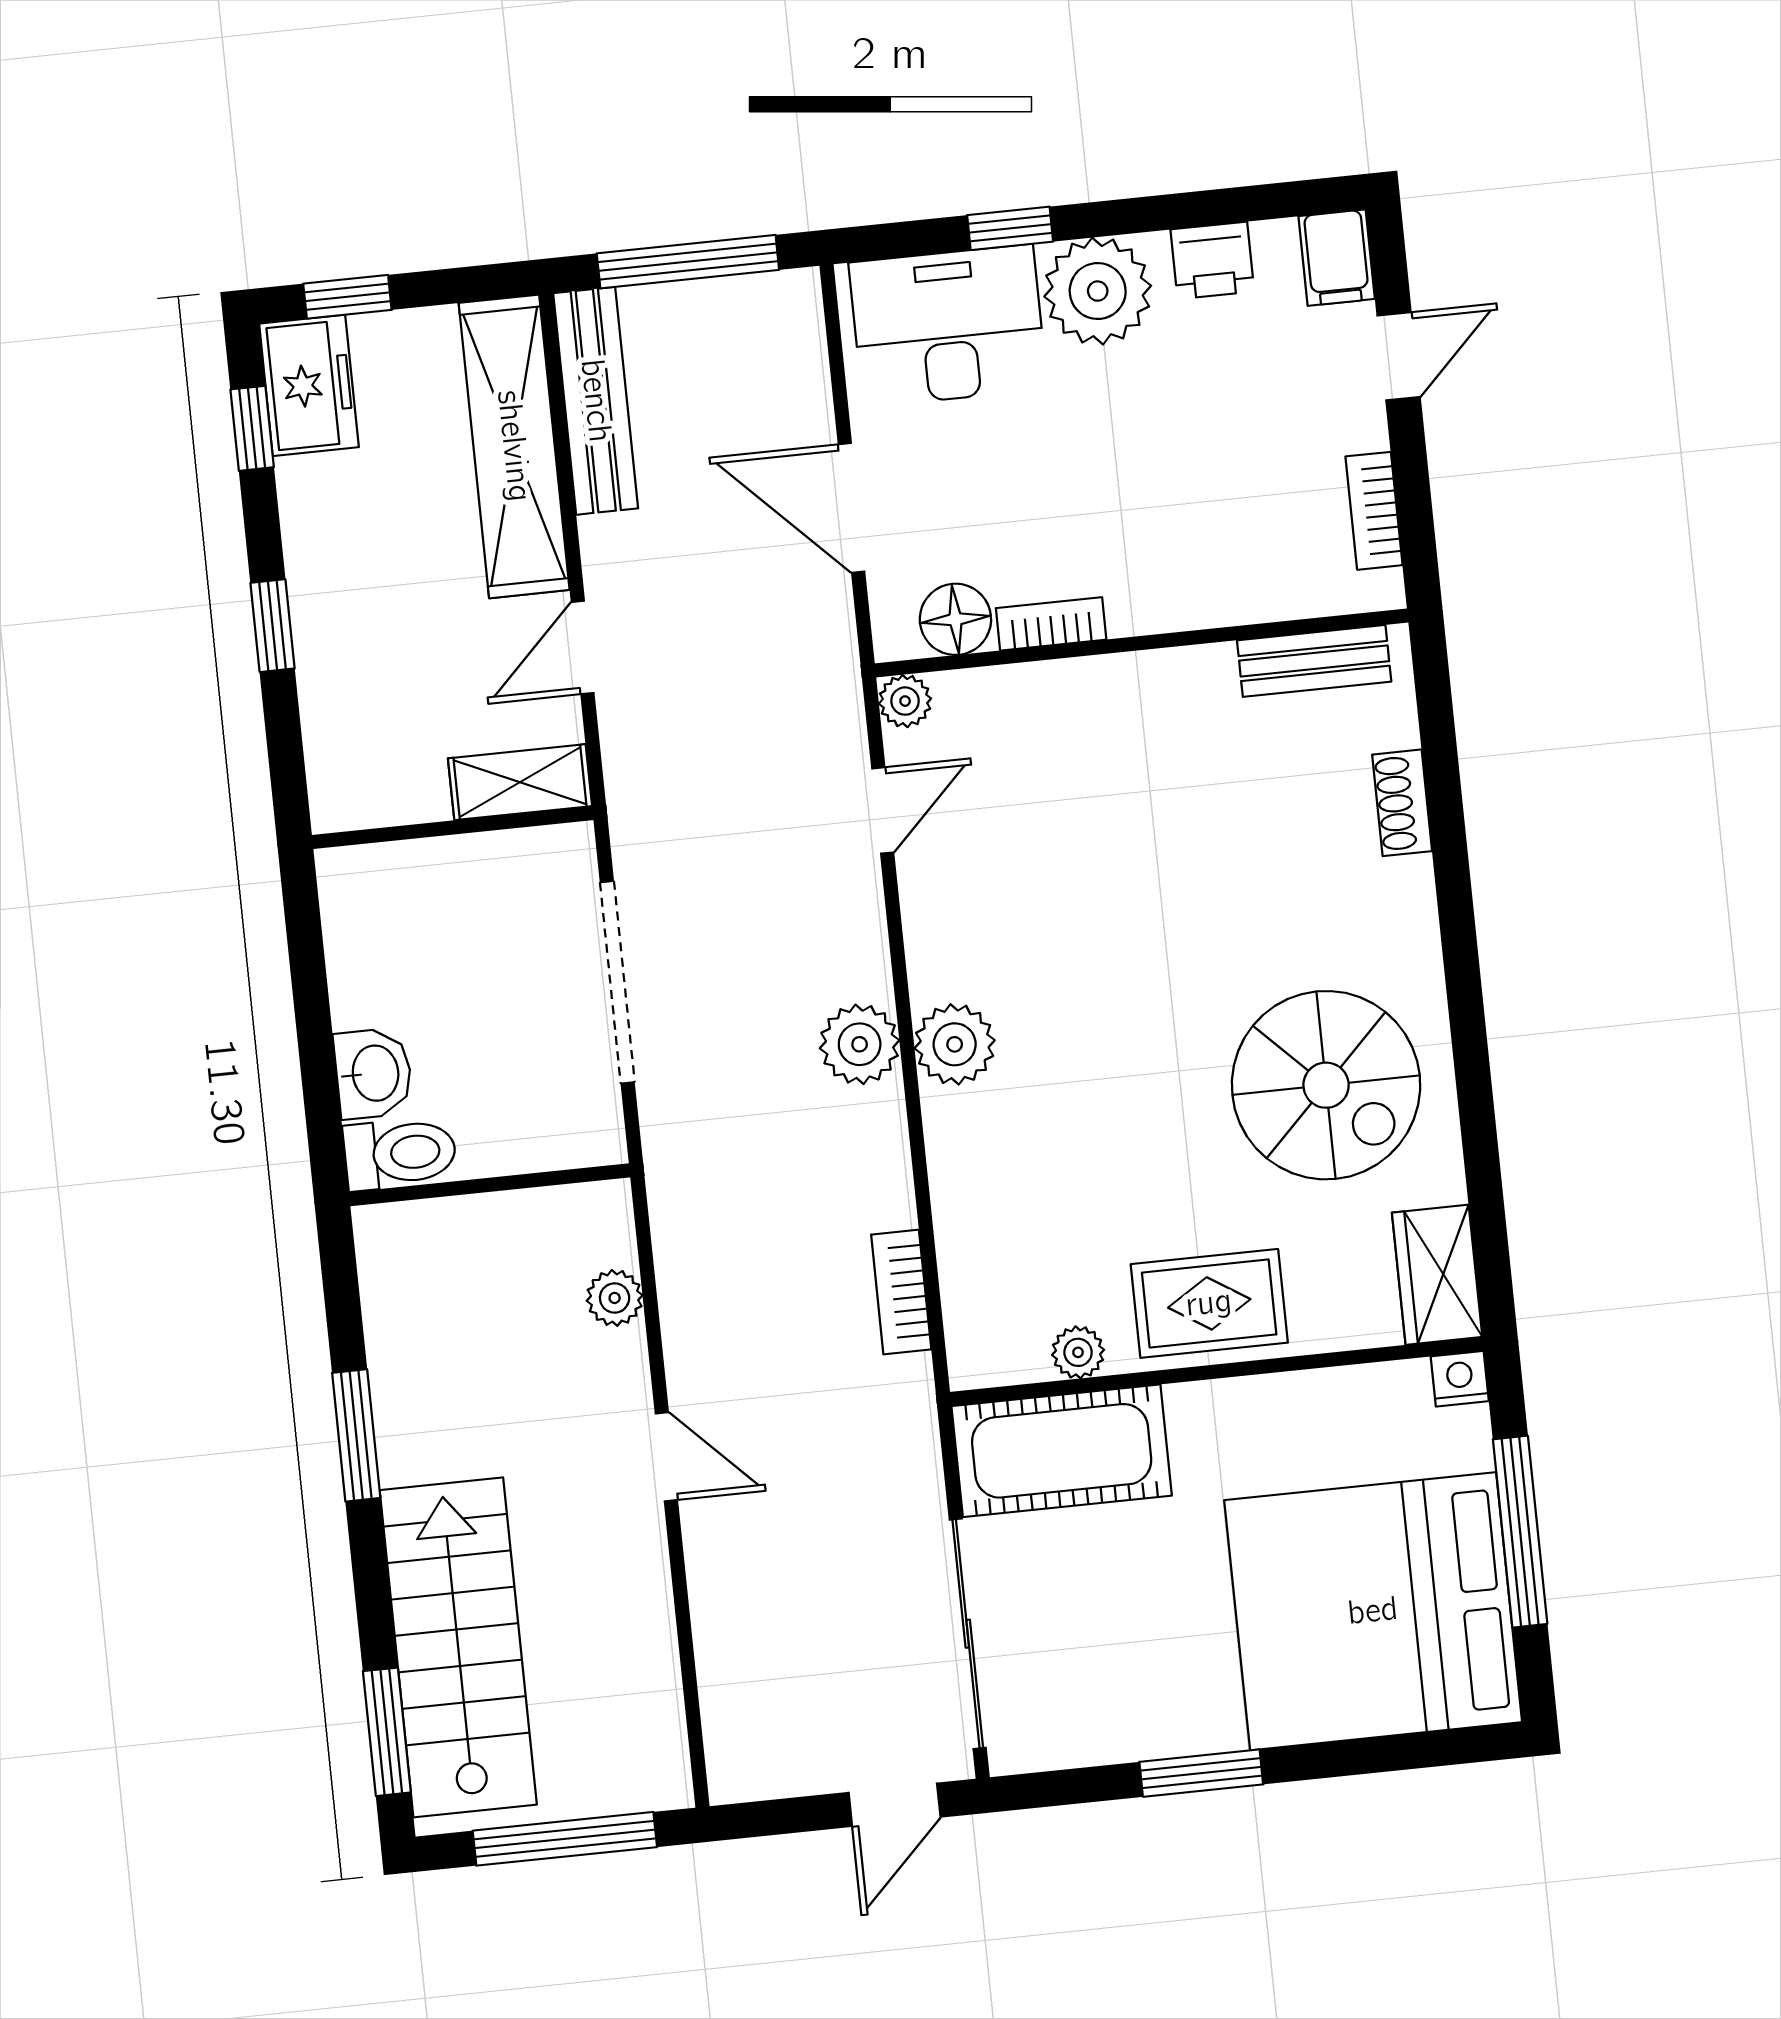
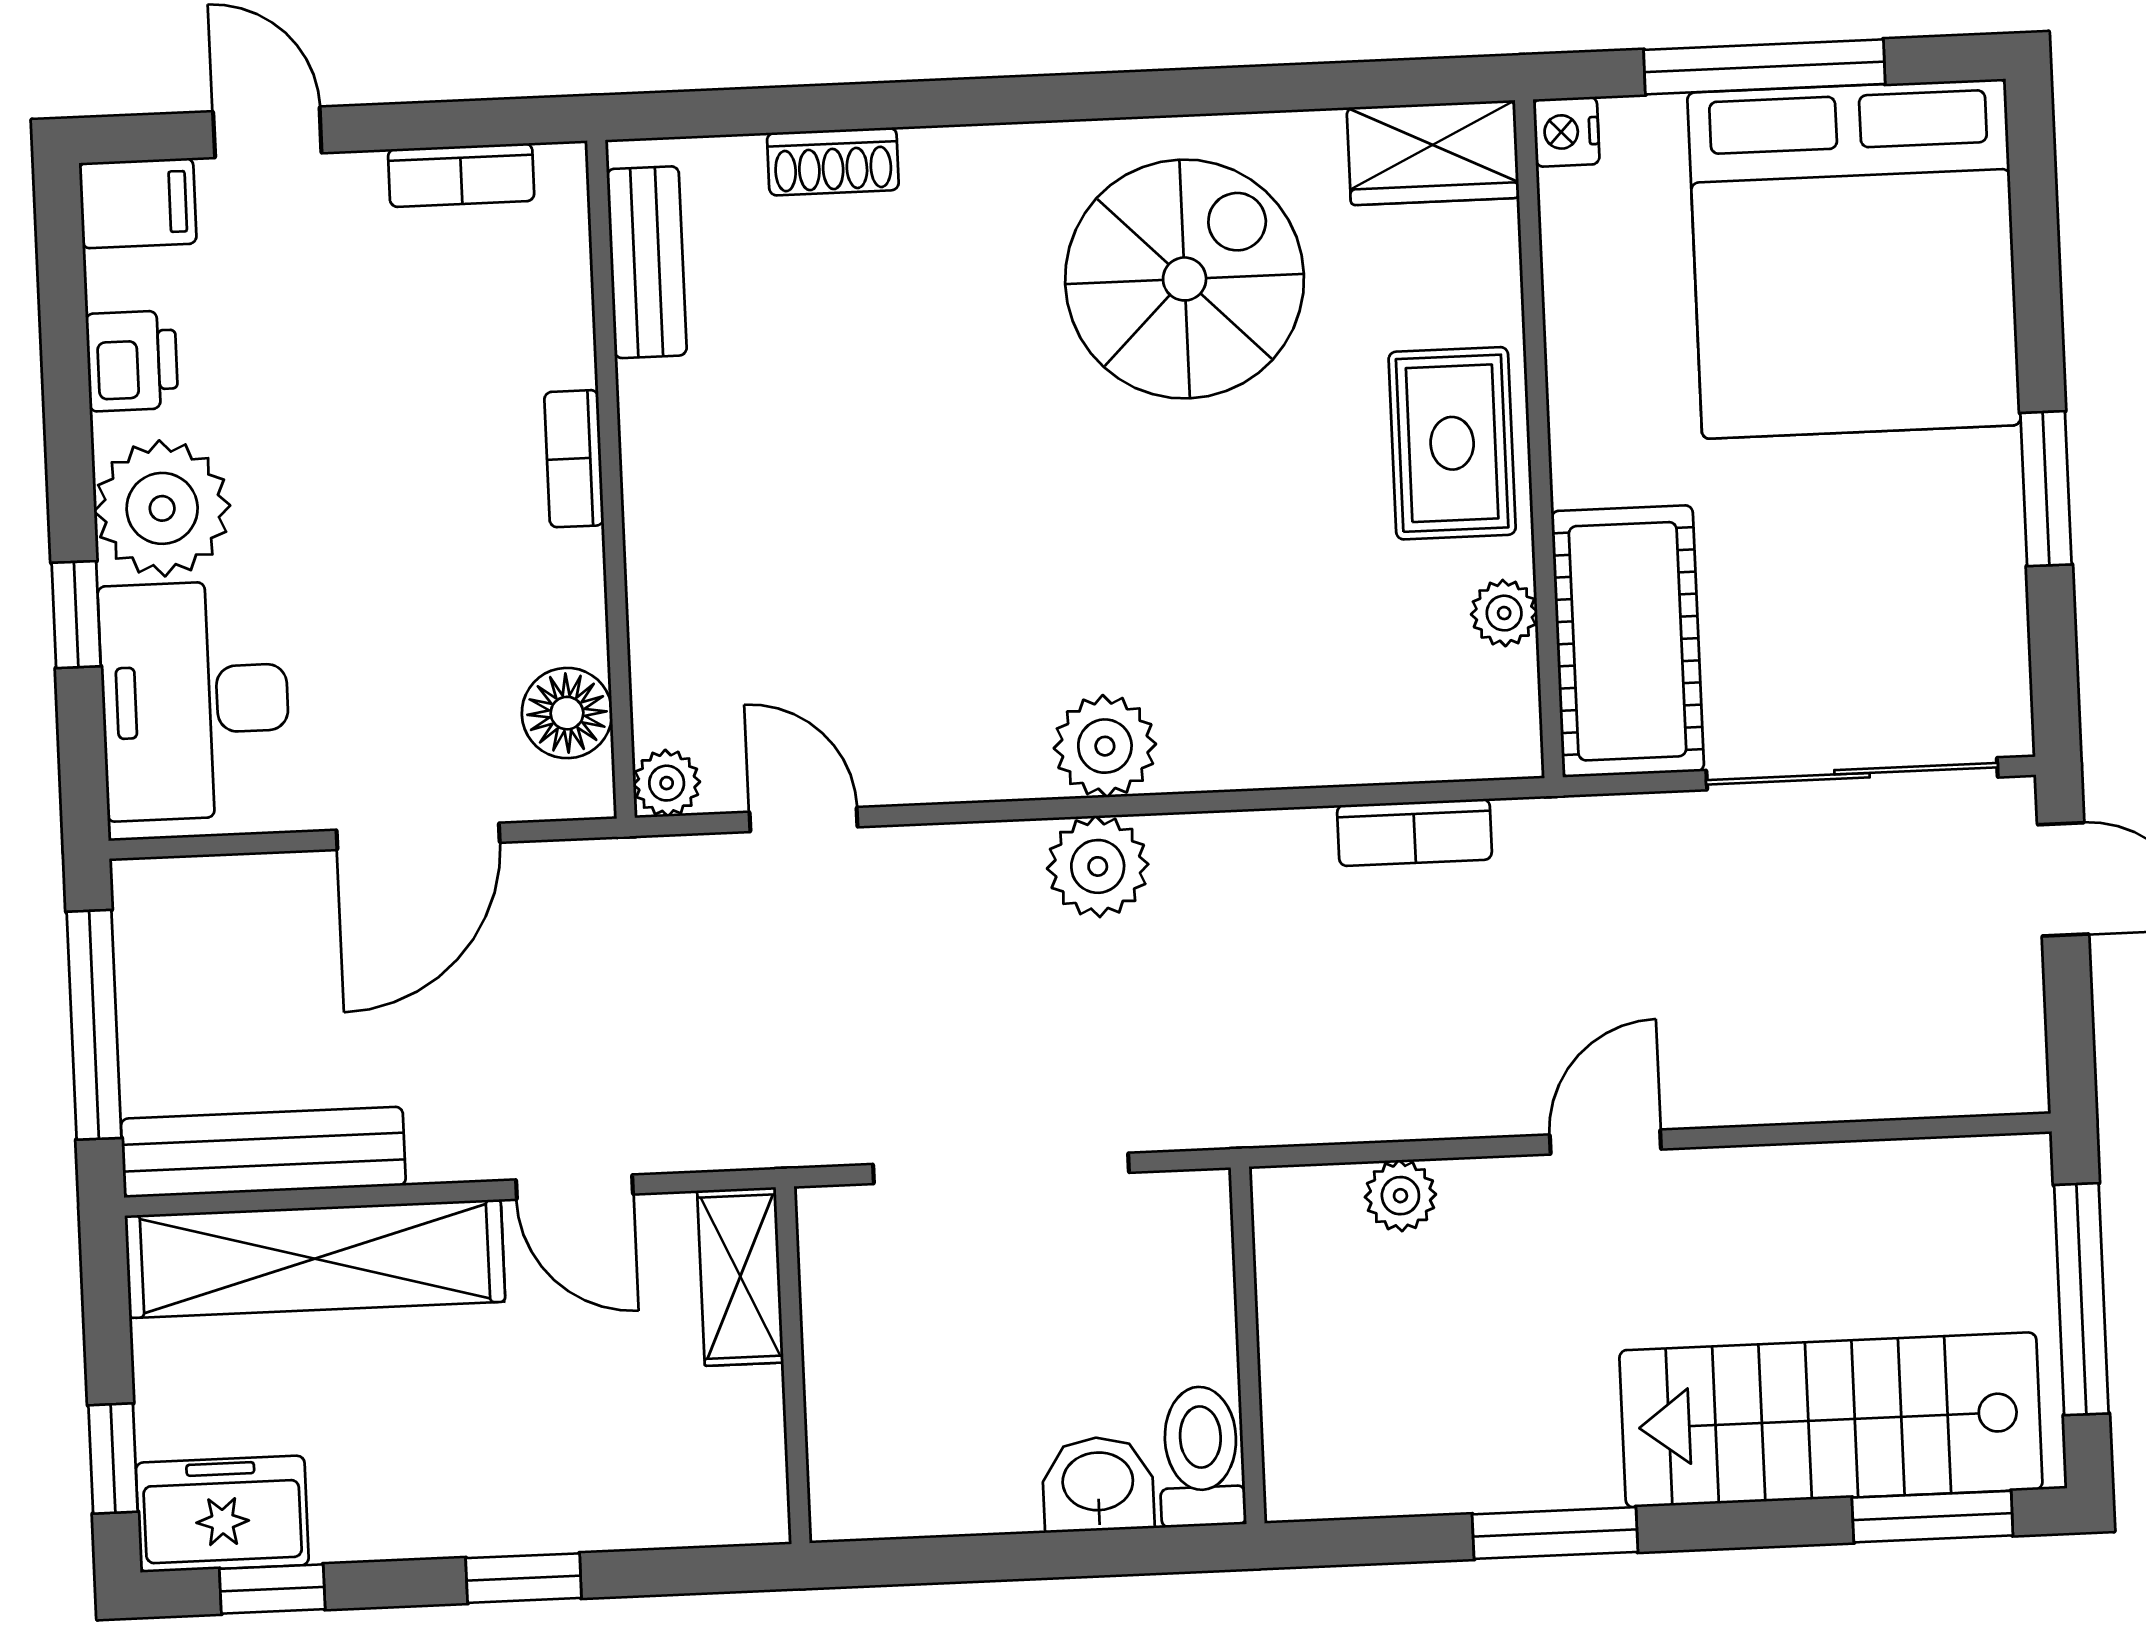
bookcase: (1051, 624) -> (574, 459), moved

